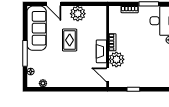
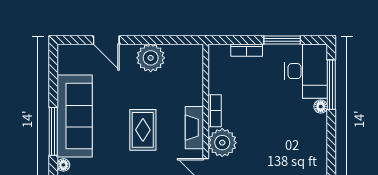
sofa: (37, 28) -> (75, 116), moved
rug: (70, 40) -> (143, 130), moved

